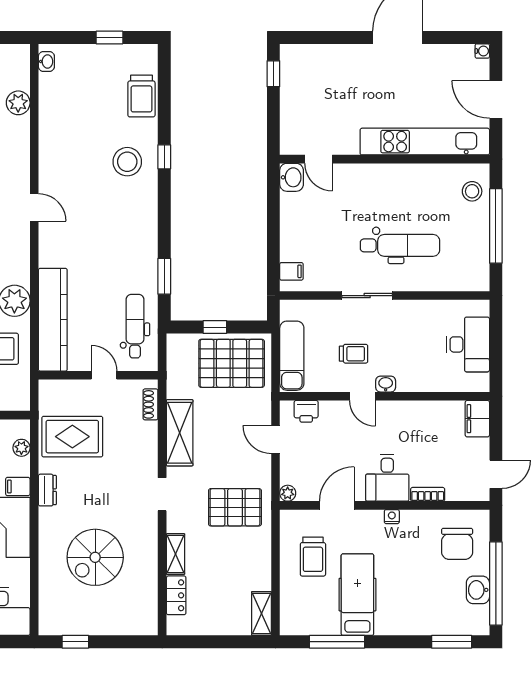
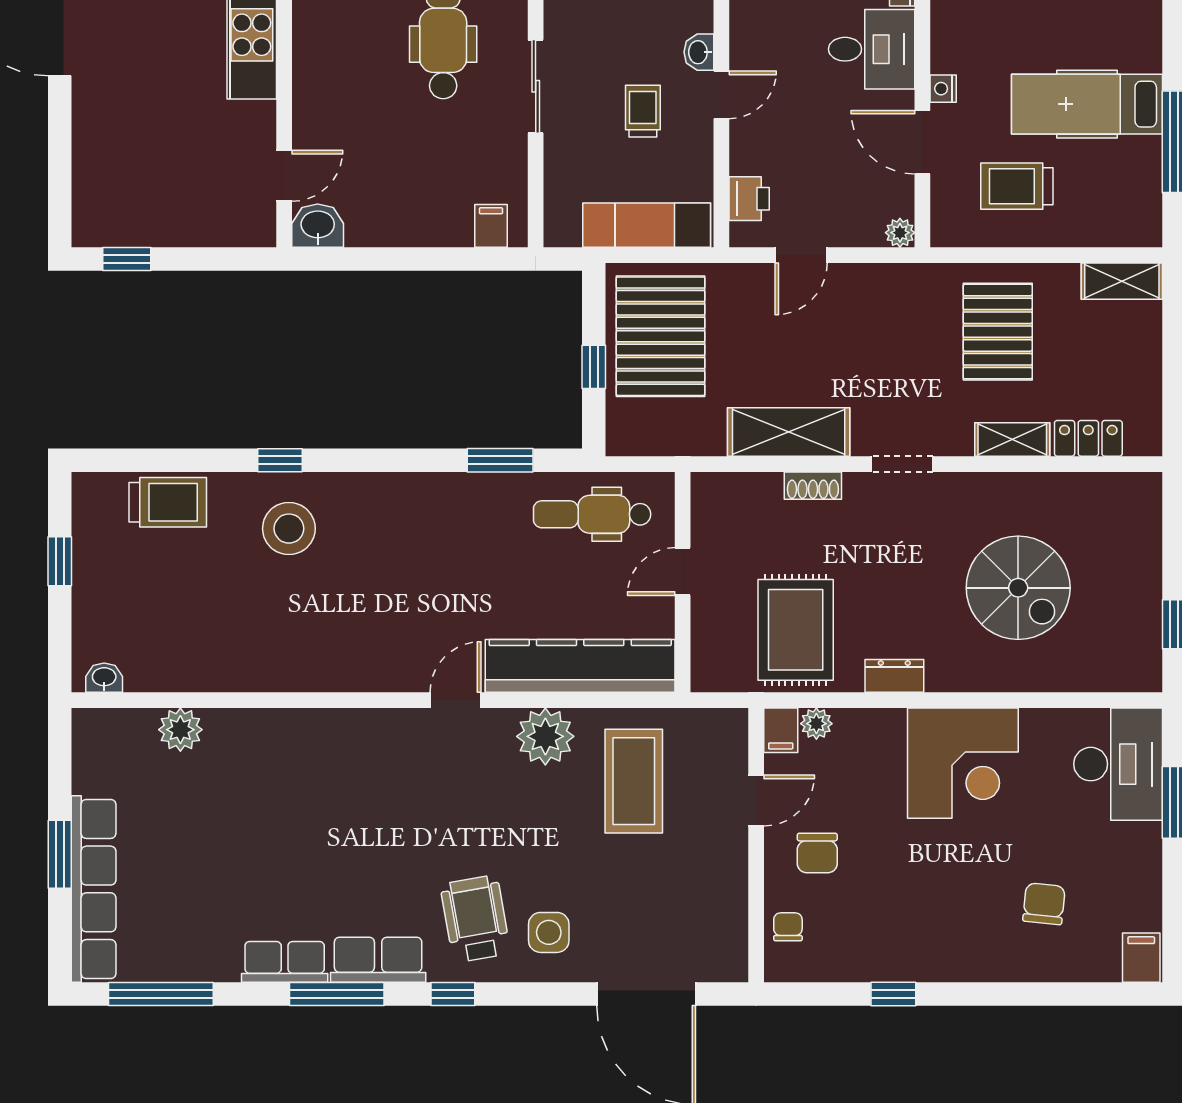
door: (34, 207) -> (455, 700), moved
shoe rack: (151, 404) -> (813, 486), moved
filing cabinet: (18, 487) -> (781, 730), moved
pallet: (235, 507) -> (998, 332), moved
nightstand: (392, 517) -> (943, 89), moved
trolley: (313, 557) -> (1017, 186), turned 180

